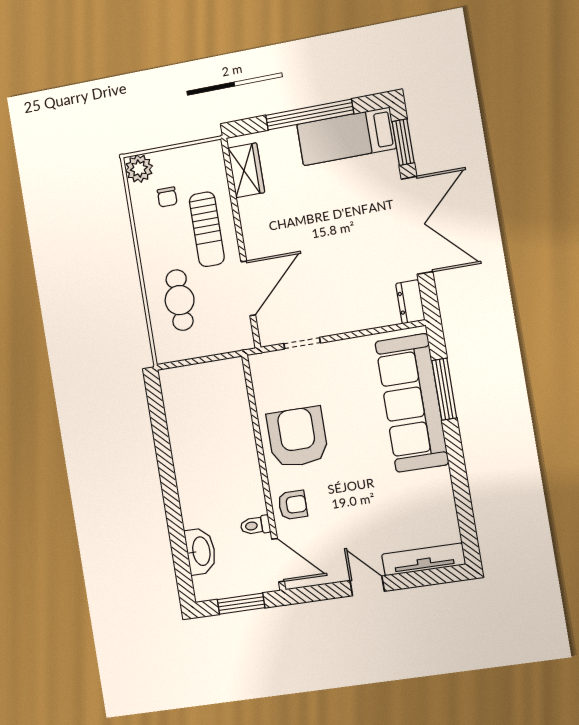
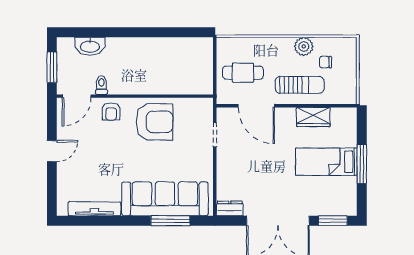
window: (310, 115) -> (362, 164), width x0.68
bed: (346, 136) -> (326, 162), moved, turned -90
plant: (139, 169) -> (304, 46), moved
wardrobe: (246, 170) -> (313, 117), moved
sun lounger: (207, 229) -> (300, 85), turned 180
cafe table: (180, 300) -> (243, 73), moved
tv unit: (424, 559) -> (94, 209), moved, turned -90

